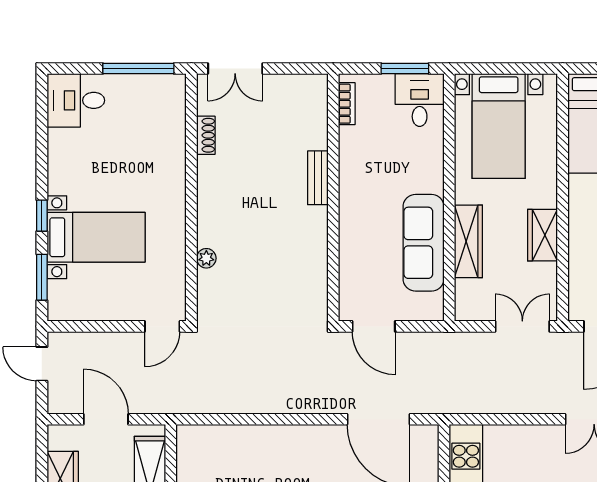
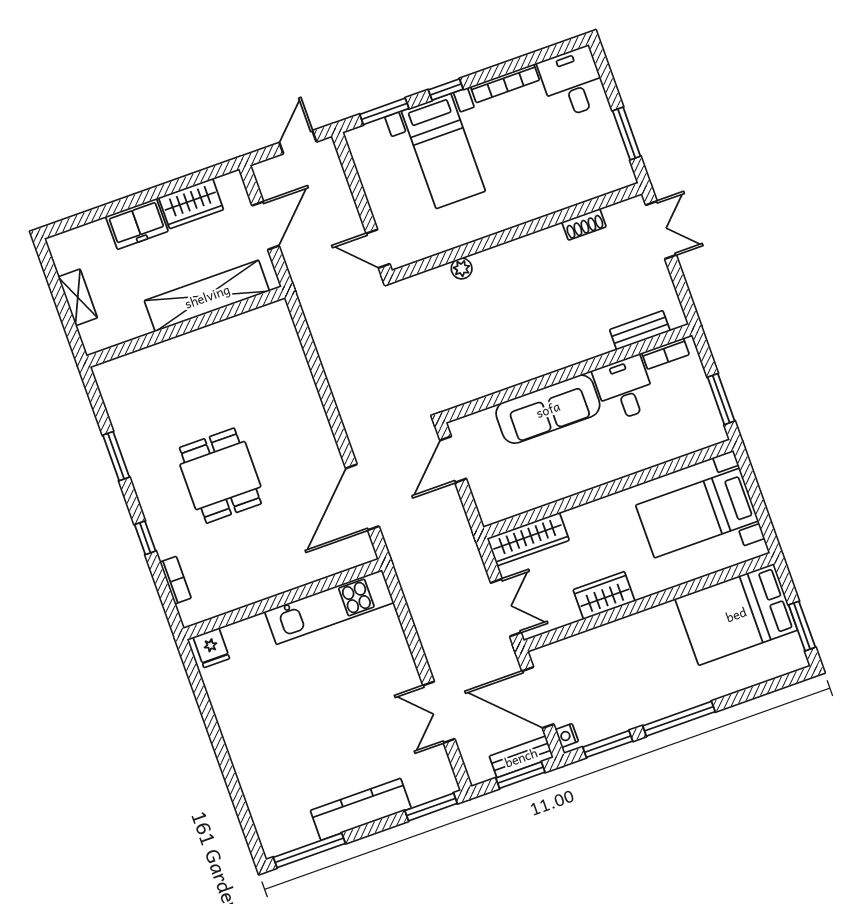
window: (138, 69) -> (627, 134), width x0.69
double door: (235, 69) -> (661, 230), swing flipped
desk: (420, 100) -> (625, 388), moved, turned -90
bookcase: (55, 161) -> (505, 83), added
bench: (318, 178) -> (640, 330), moved
wardrobe: (468, 241) -> (528, 539), moved
sofa: (424, 243) -> (548, 409), moved, turned 180

